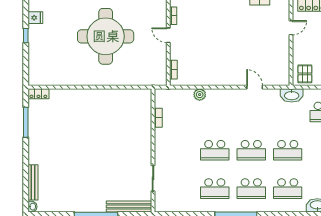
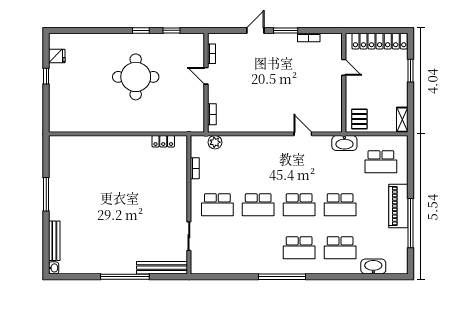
door: (291, 28) -> (344, 67), hinge flipped
round table: (106, 36) -> (136, 77), width x0.73, depth x0.73
locker: (38, 94) -> (163, 141), moved
plant: (200, 95) -> (215, 142), moved
window: (26, 122) -> (46, 194), moved
school desk: (215, 189) -> (217, 205), moved

